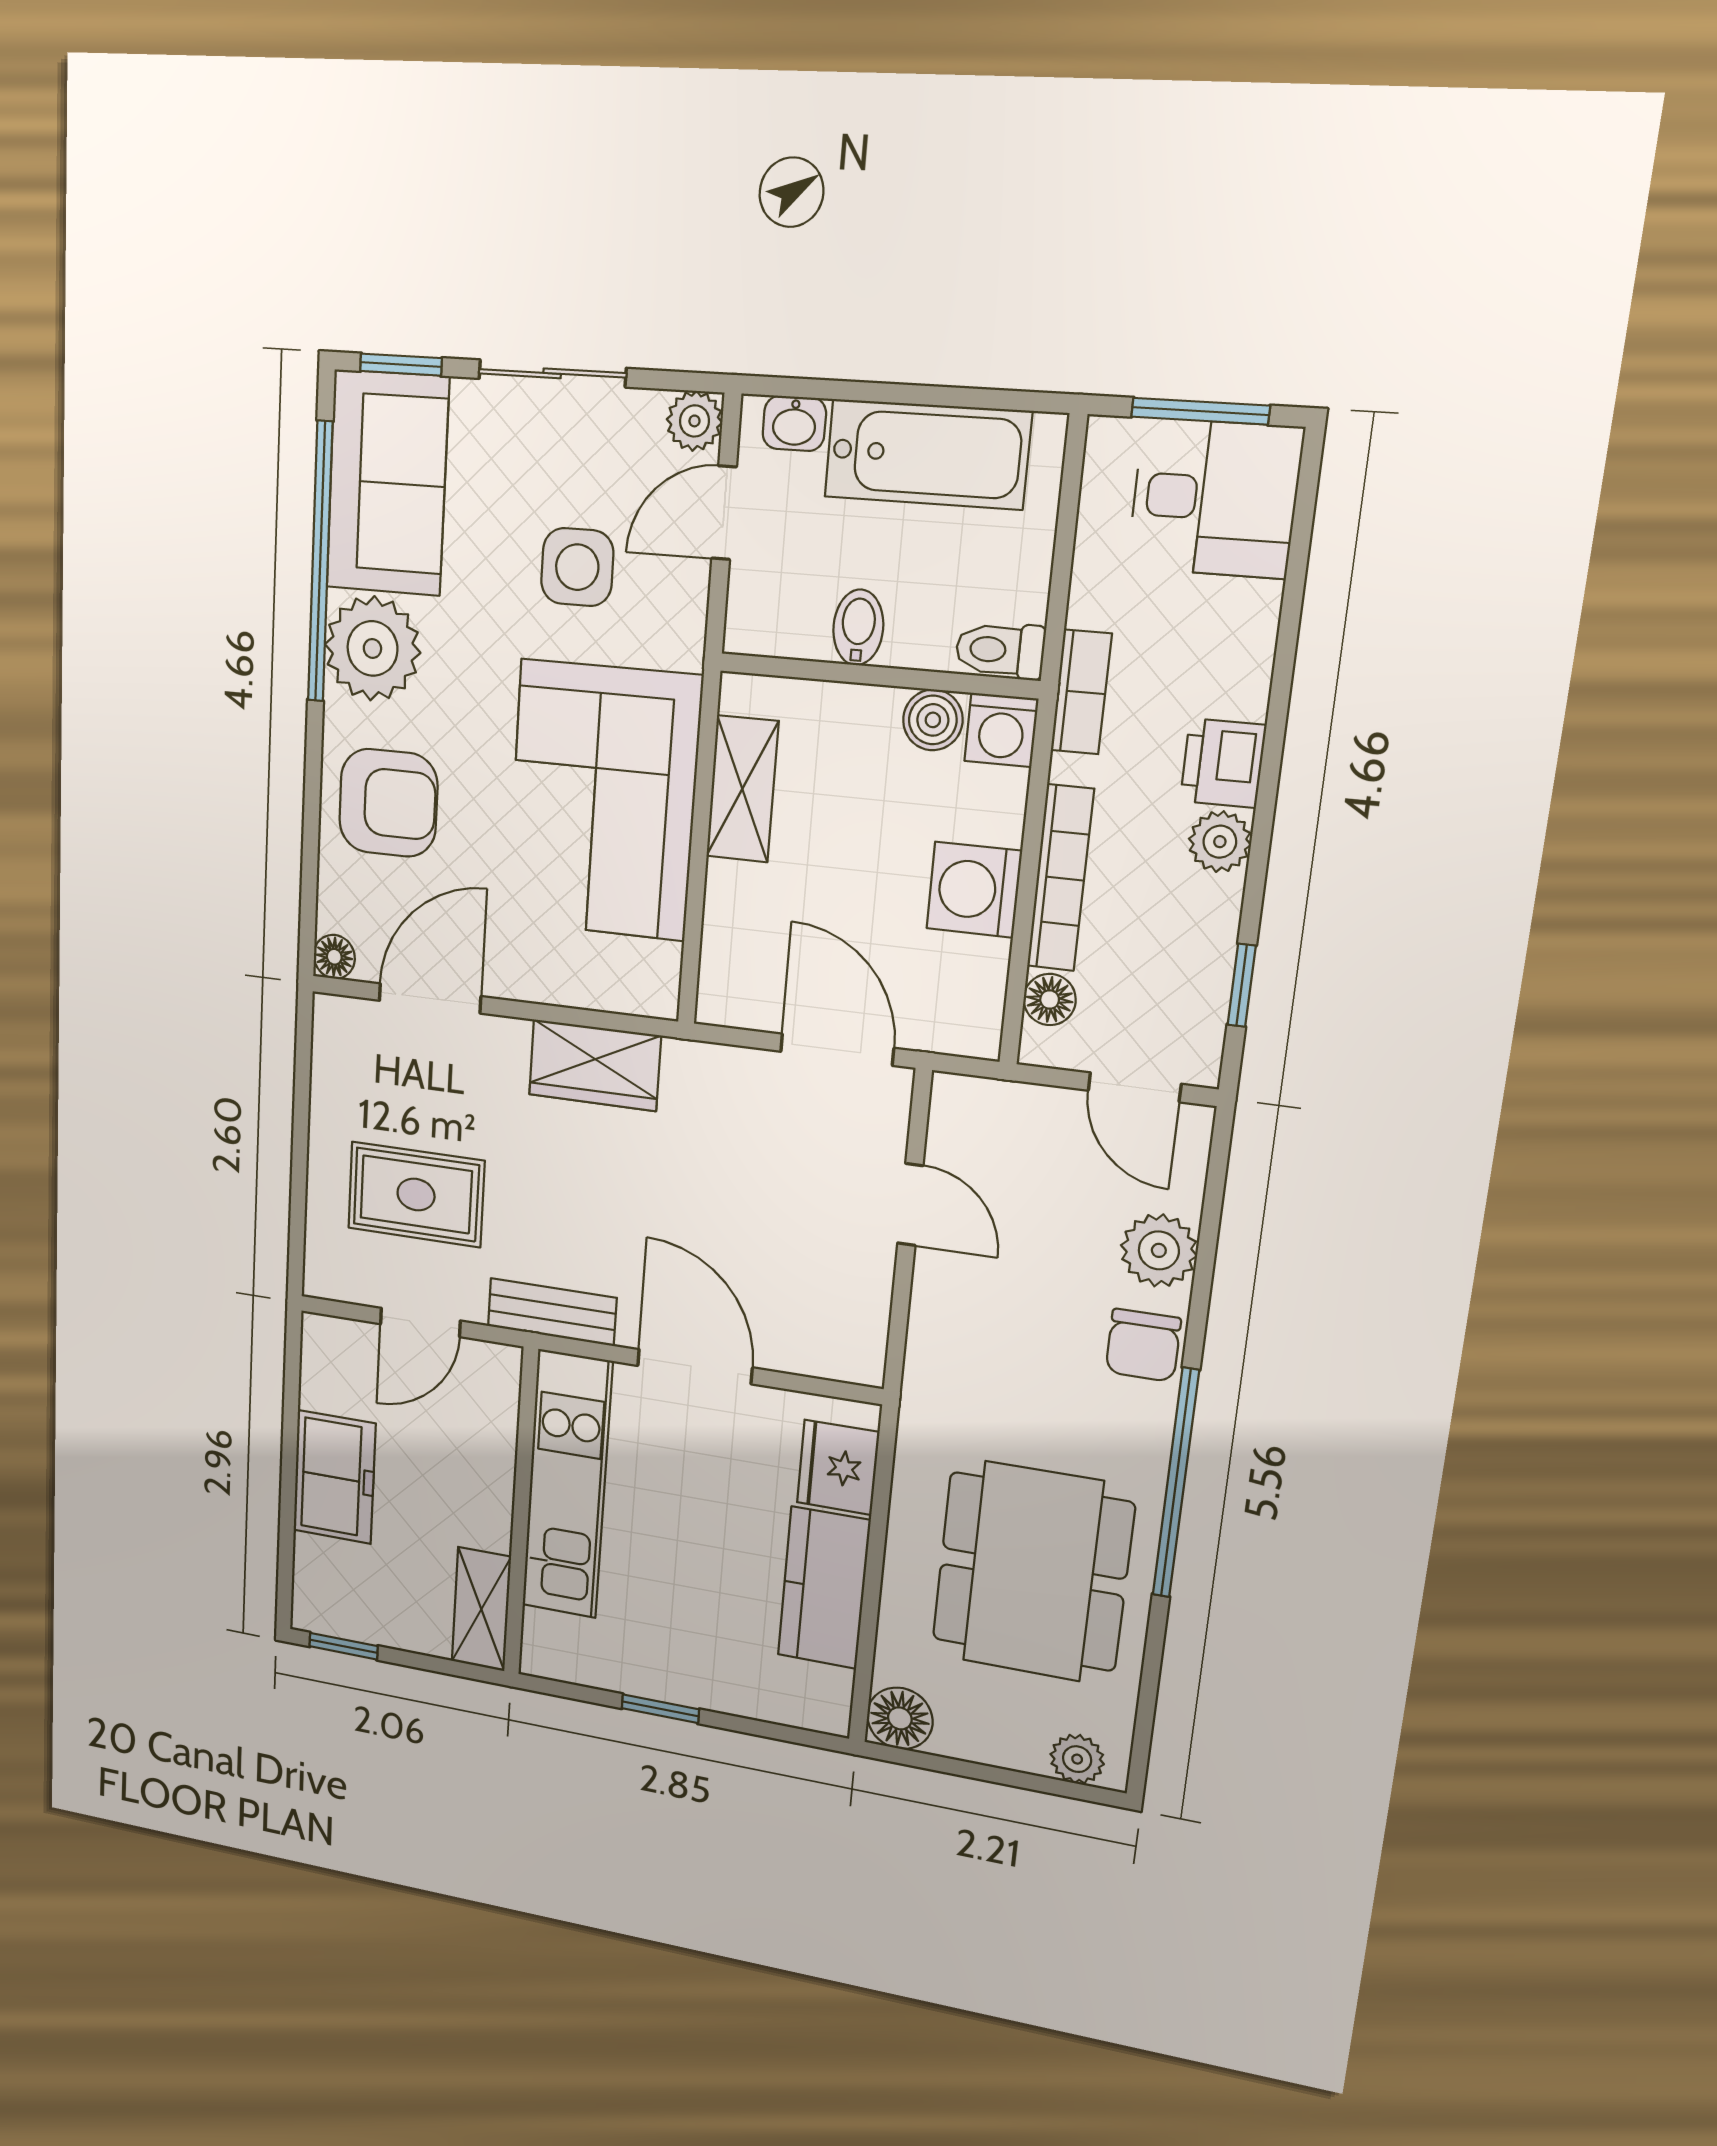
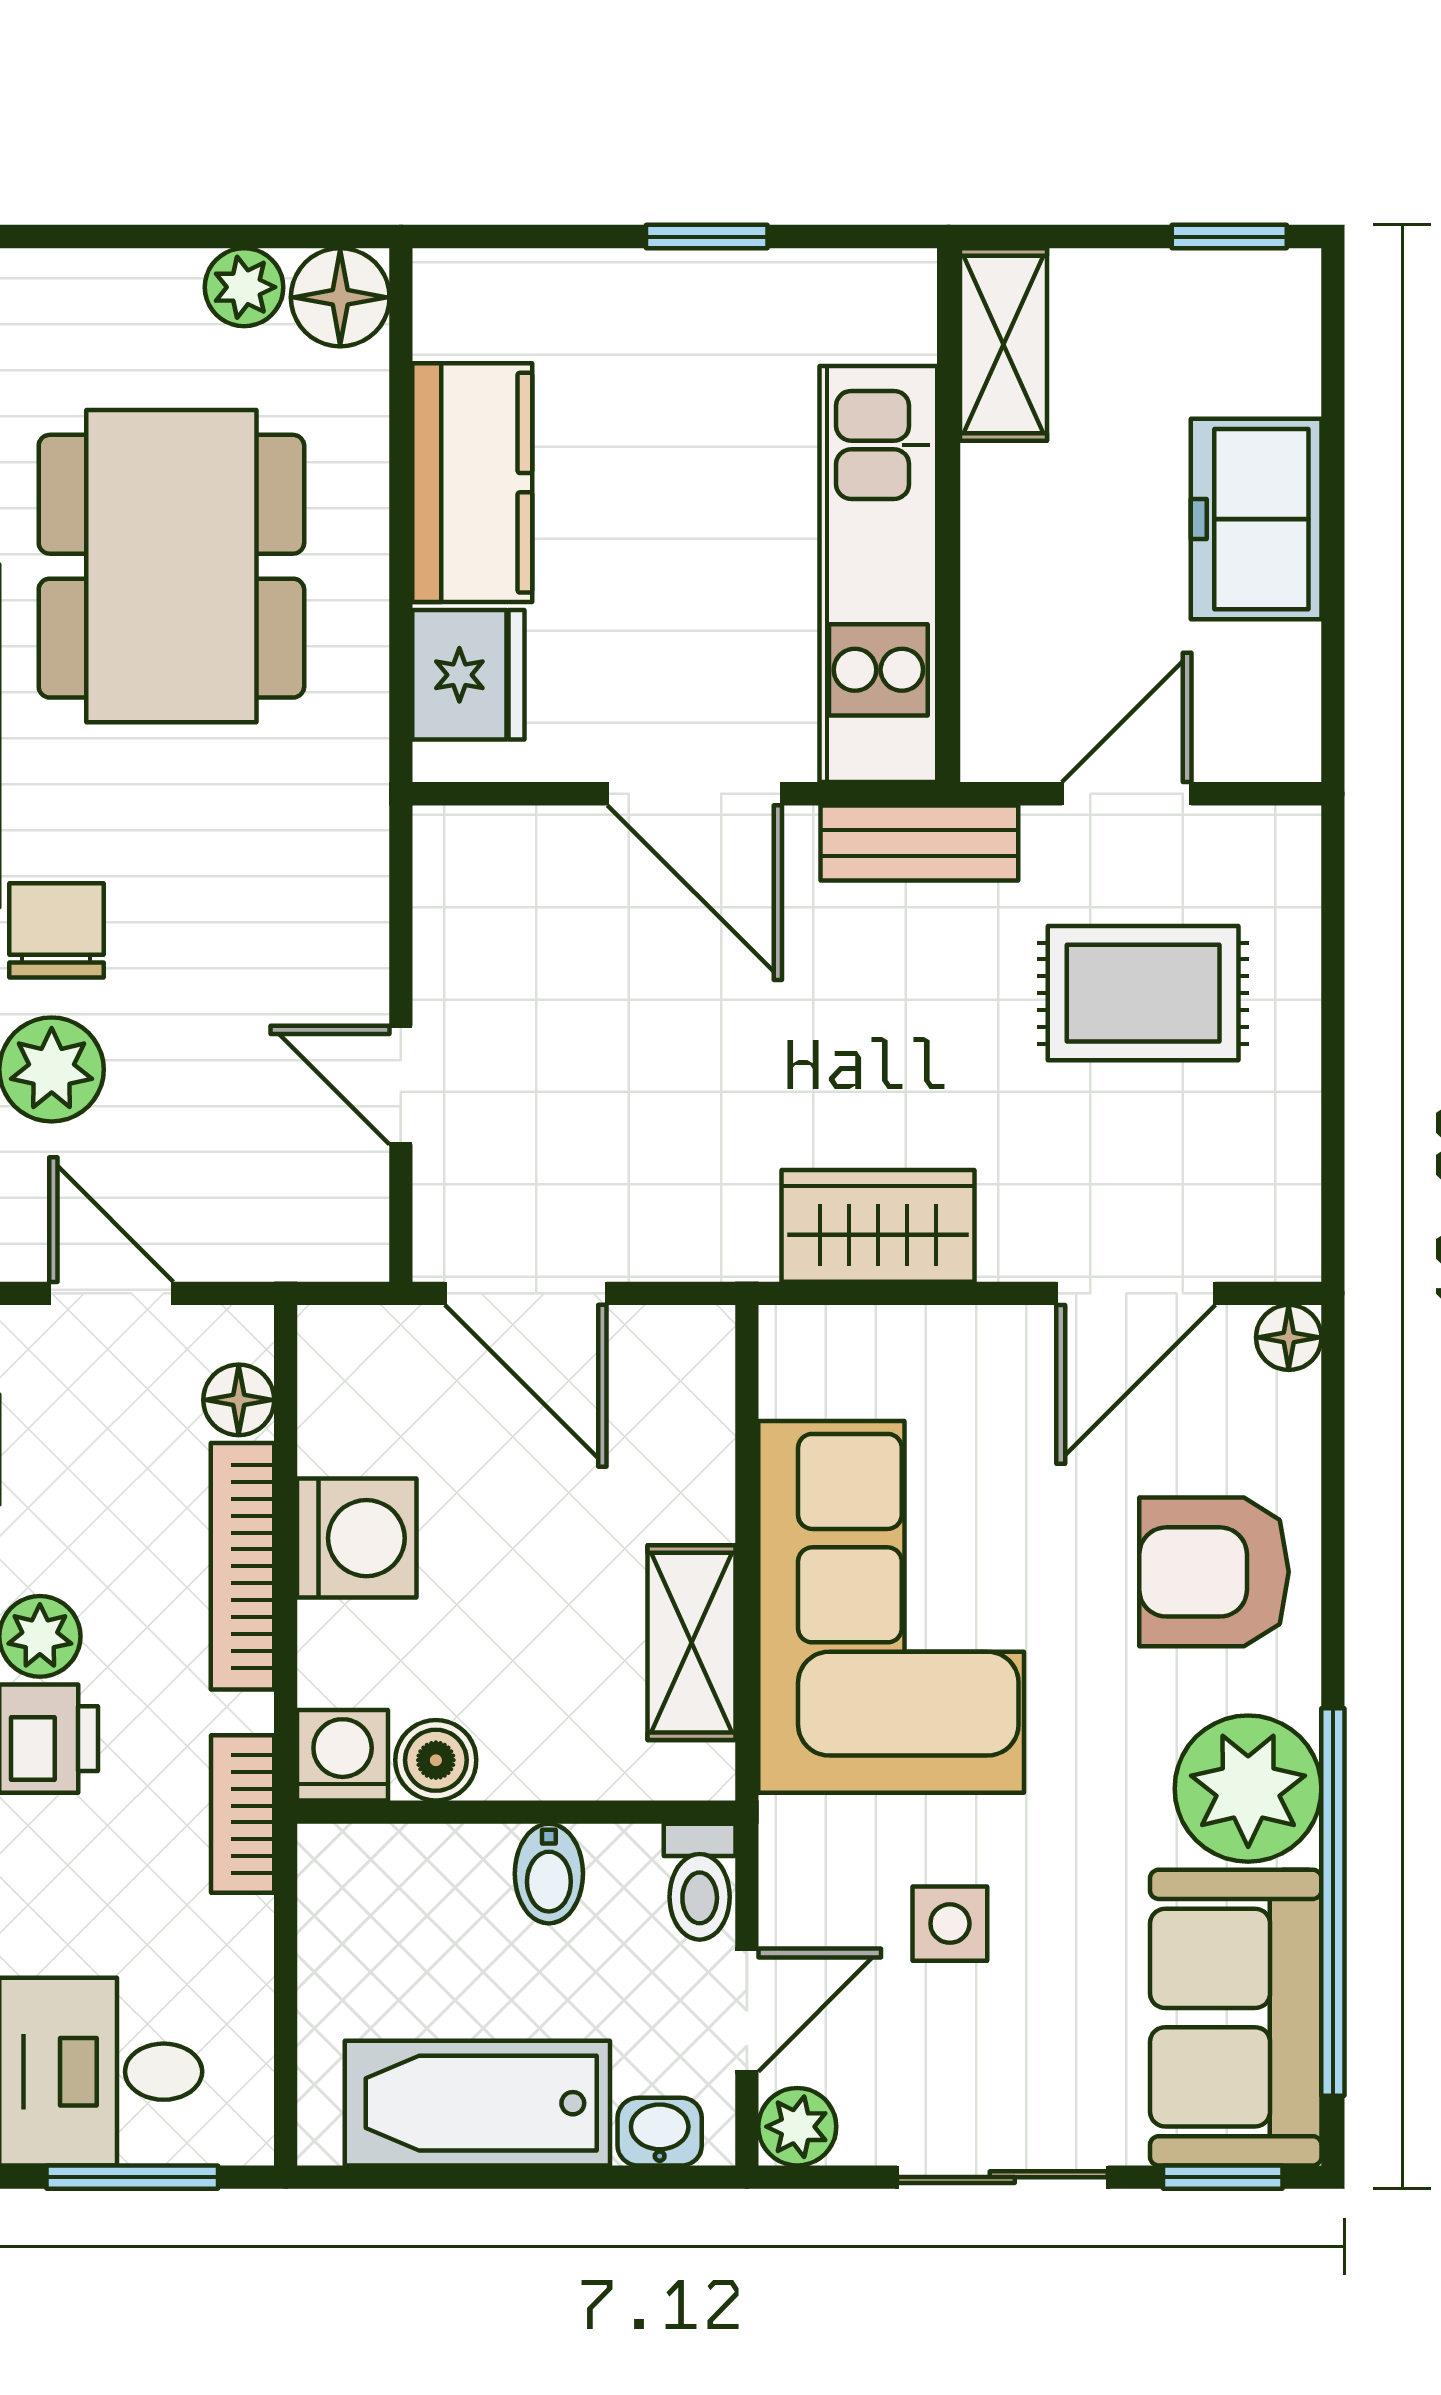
side table: (577, 567) -> (950, 1924), width x0.73, depth x0.73
toilet: (1000, 650) -> (700, 1882), moved, turned 90
plant: (1077, 1759) -> (244, 287), moved

